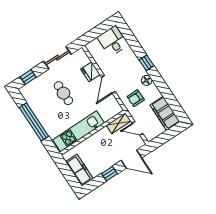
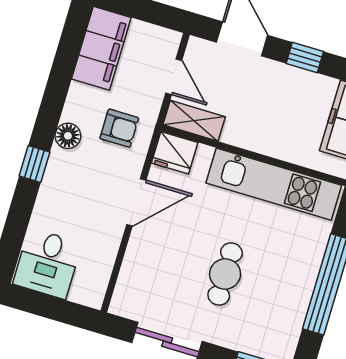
fridge: (90, 72) -> (175, 153), moved, turned 90

